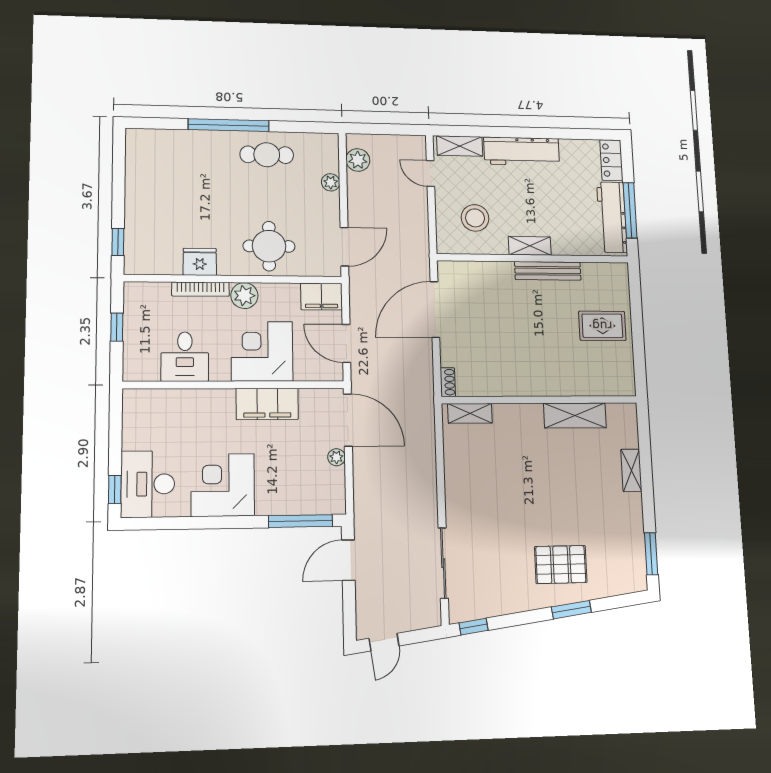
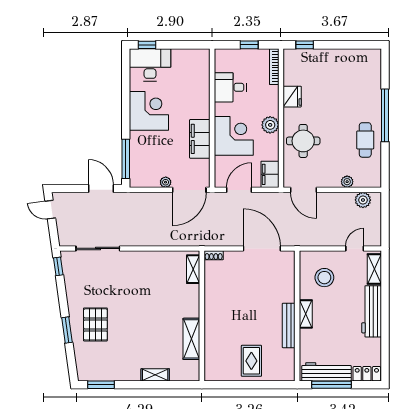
bookcase: (200, 289) -> (274, 67), moved

